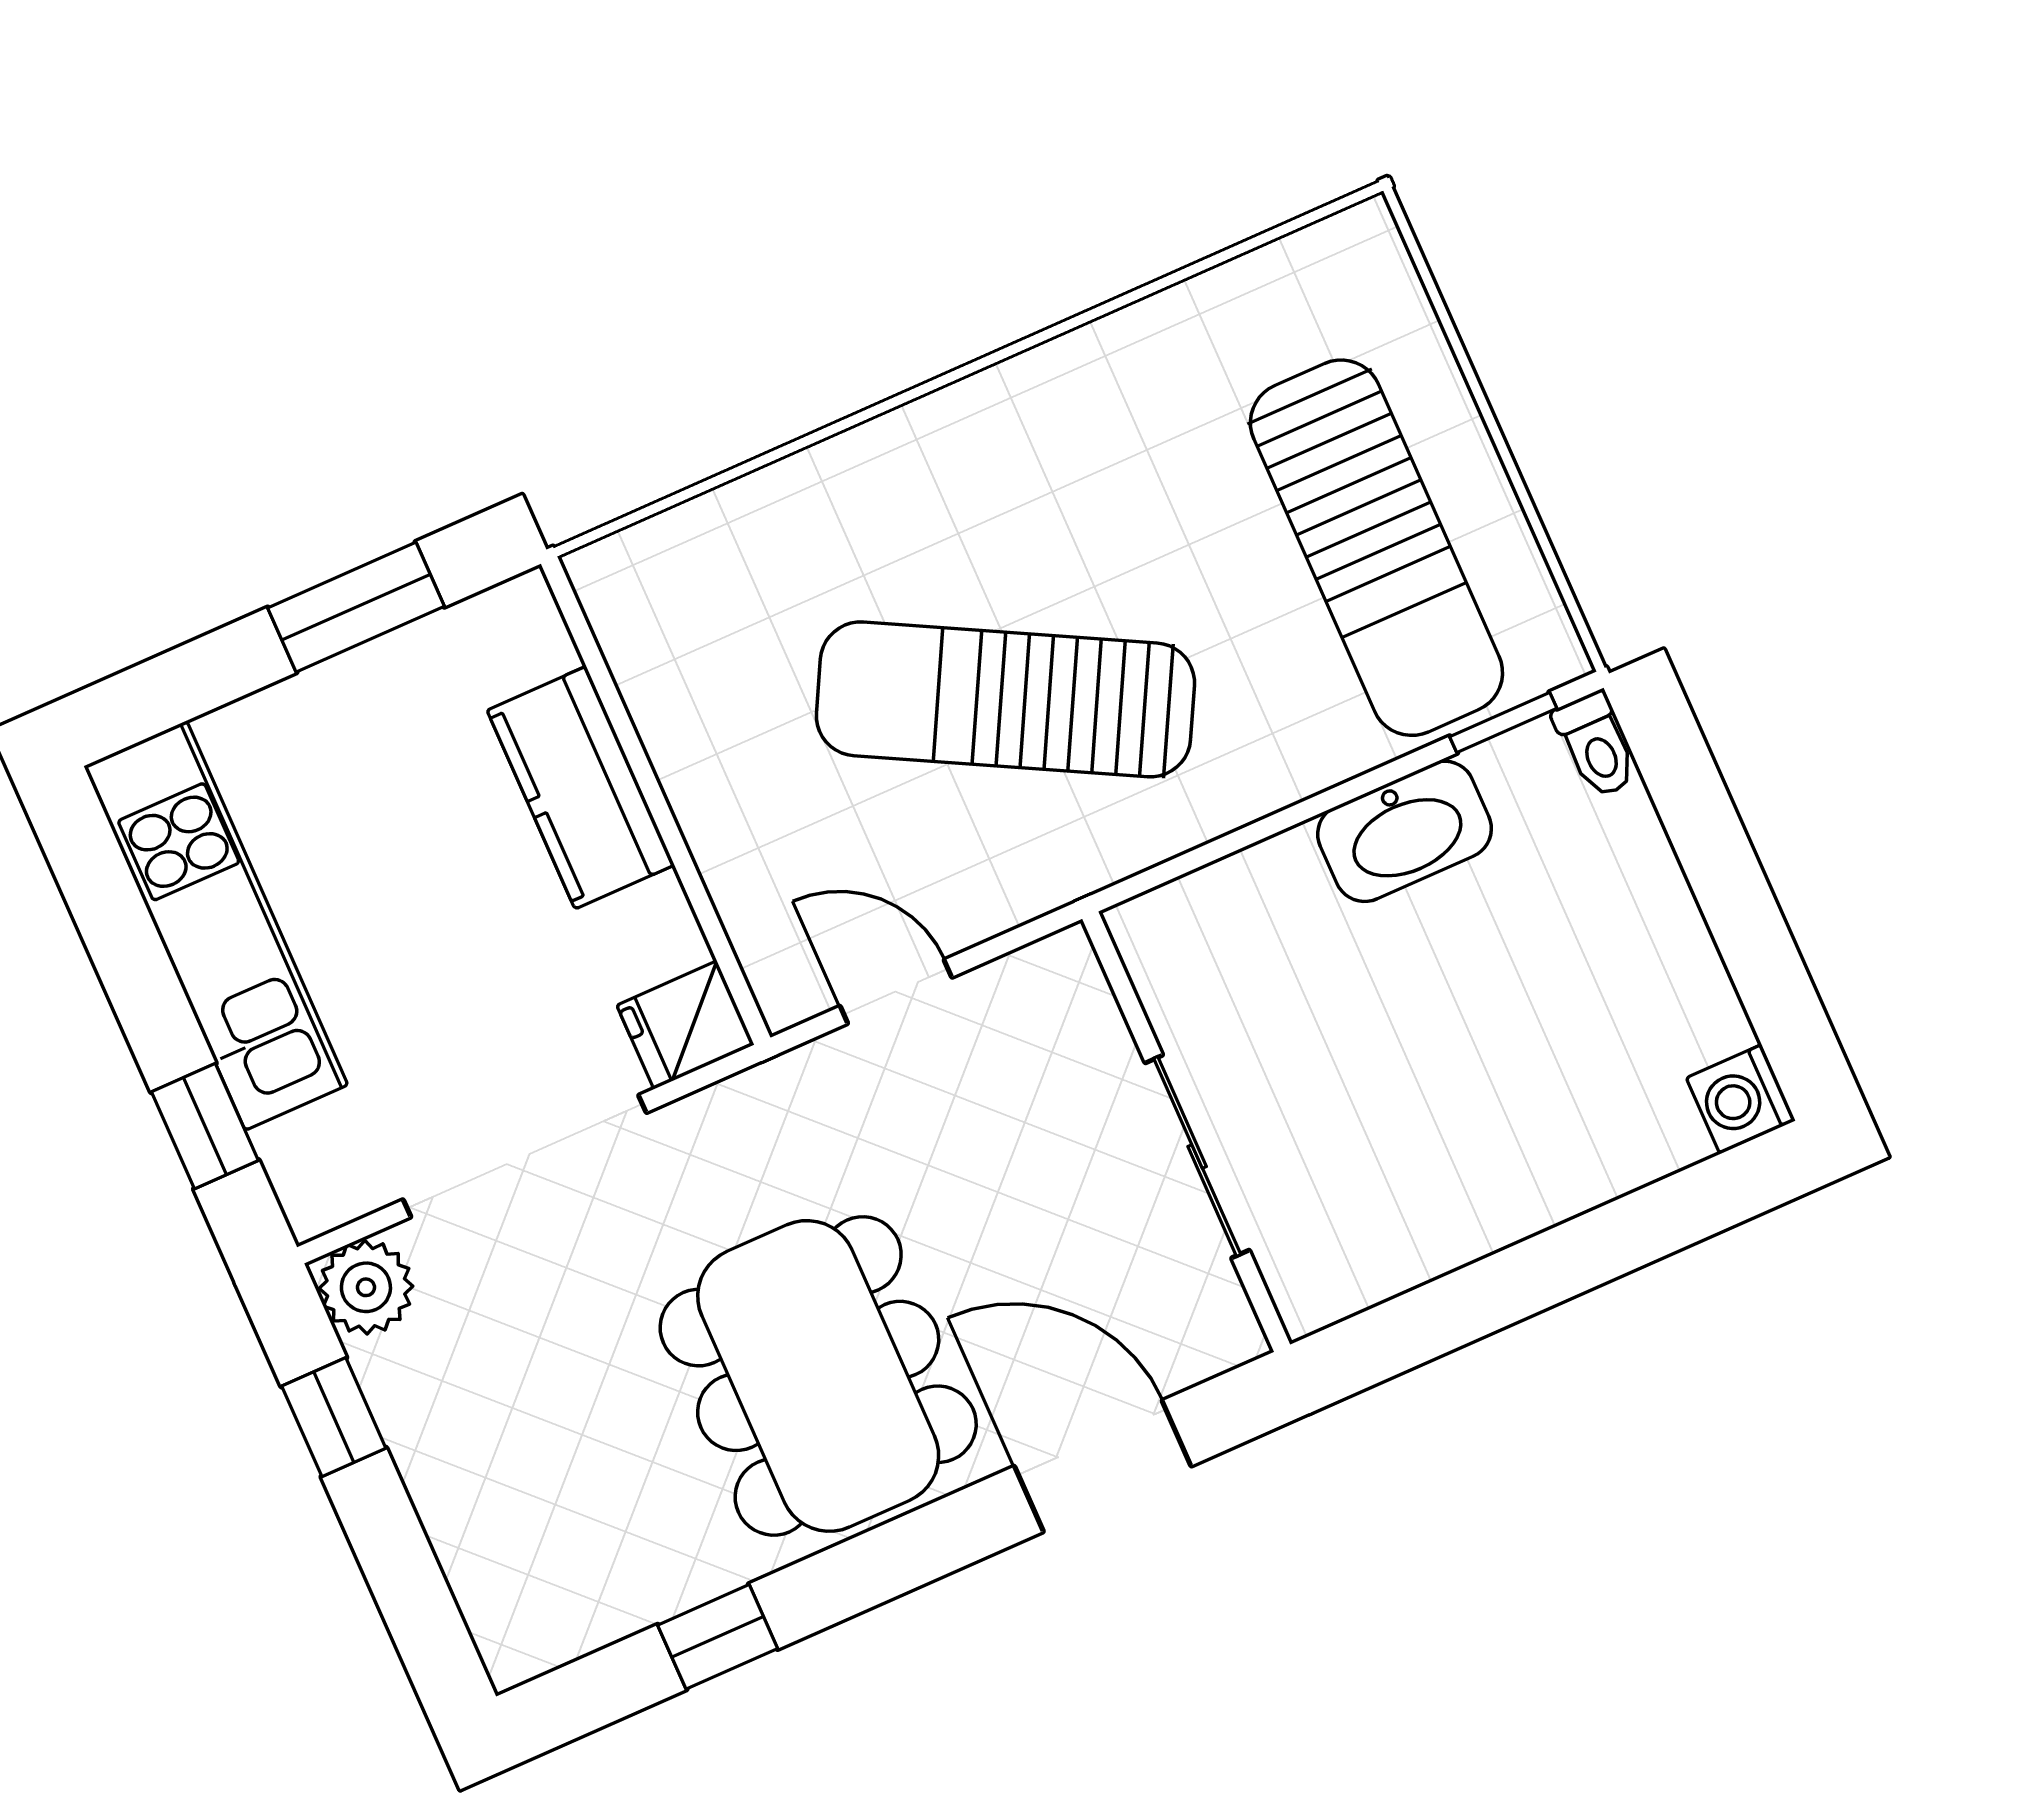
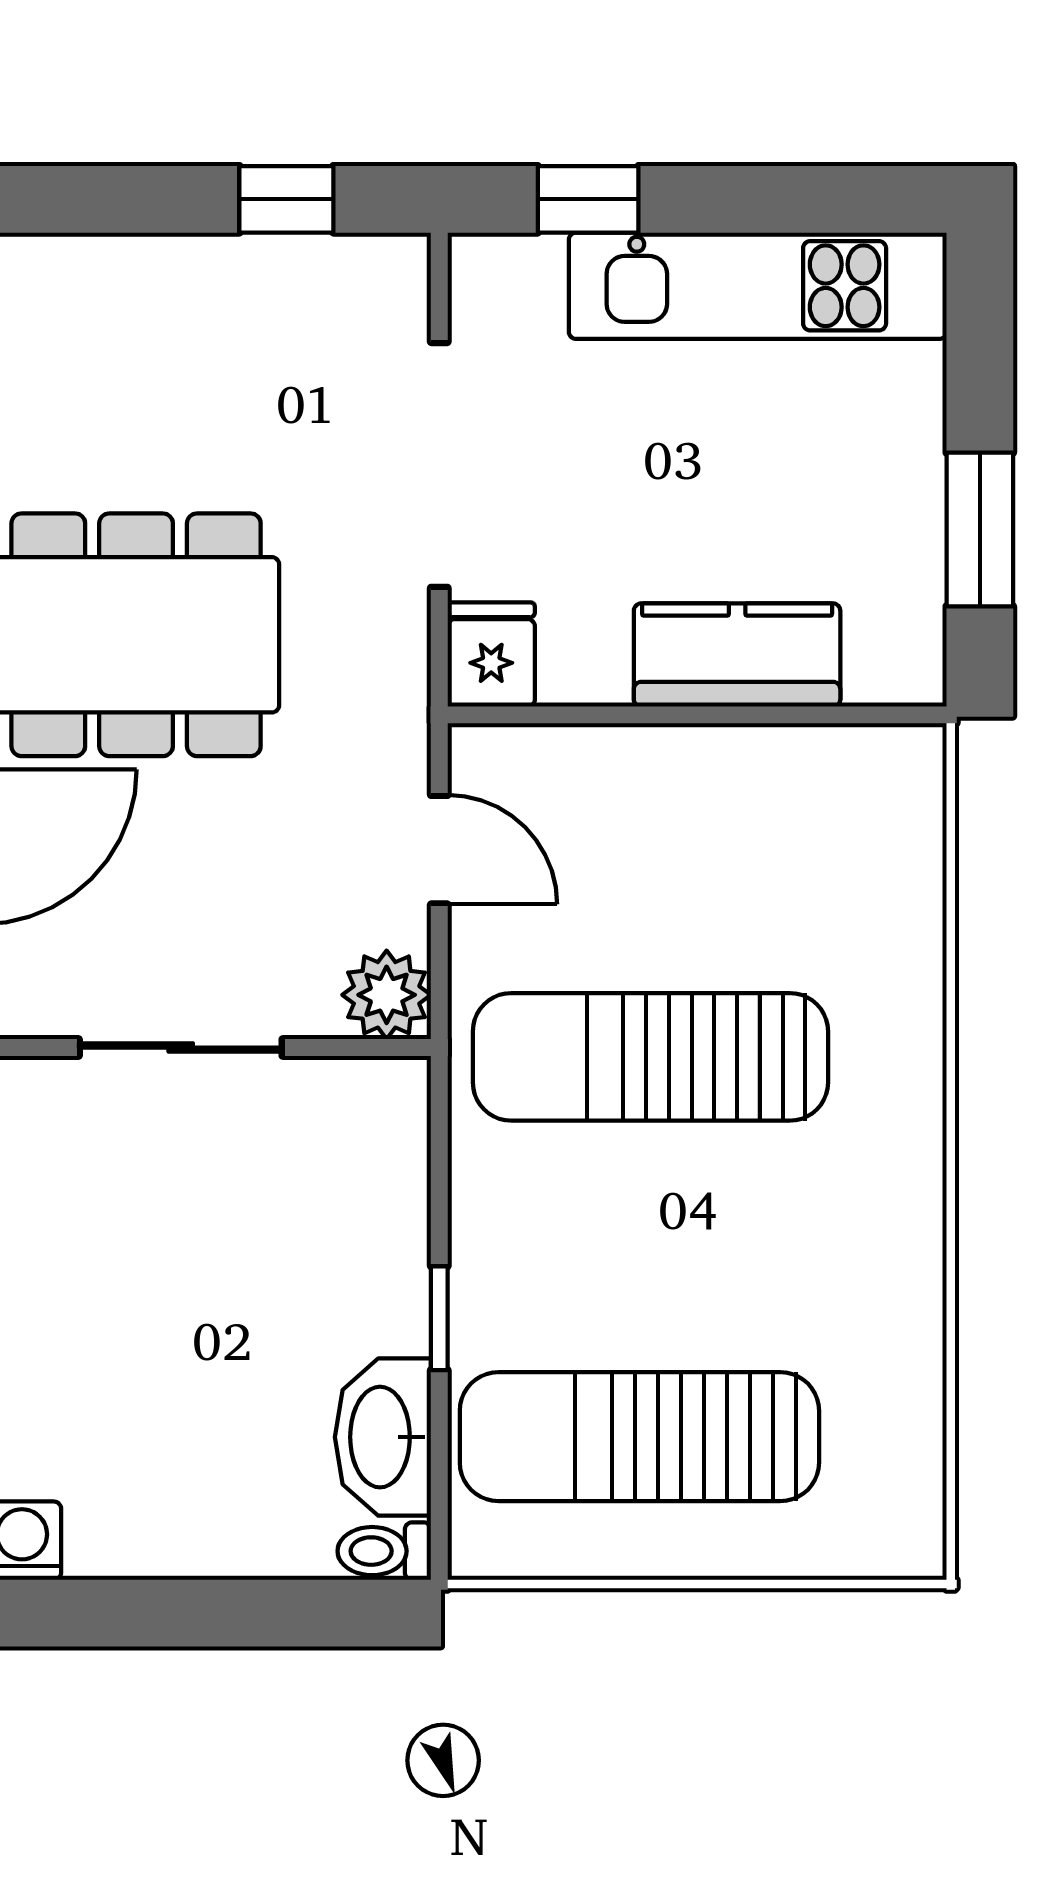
sun lounger: (1005, 699) -> (650, 1057), turned -118
window: (1503, 722) -> (439, 1318), moved
washbasin: (1405, 831) -> (383, 1437), moved
door: (896, 992) -> (439, 850), hinge flipped
plant: (366, 1287) -> (387, 995), moved

